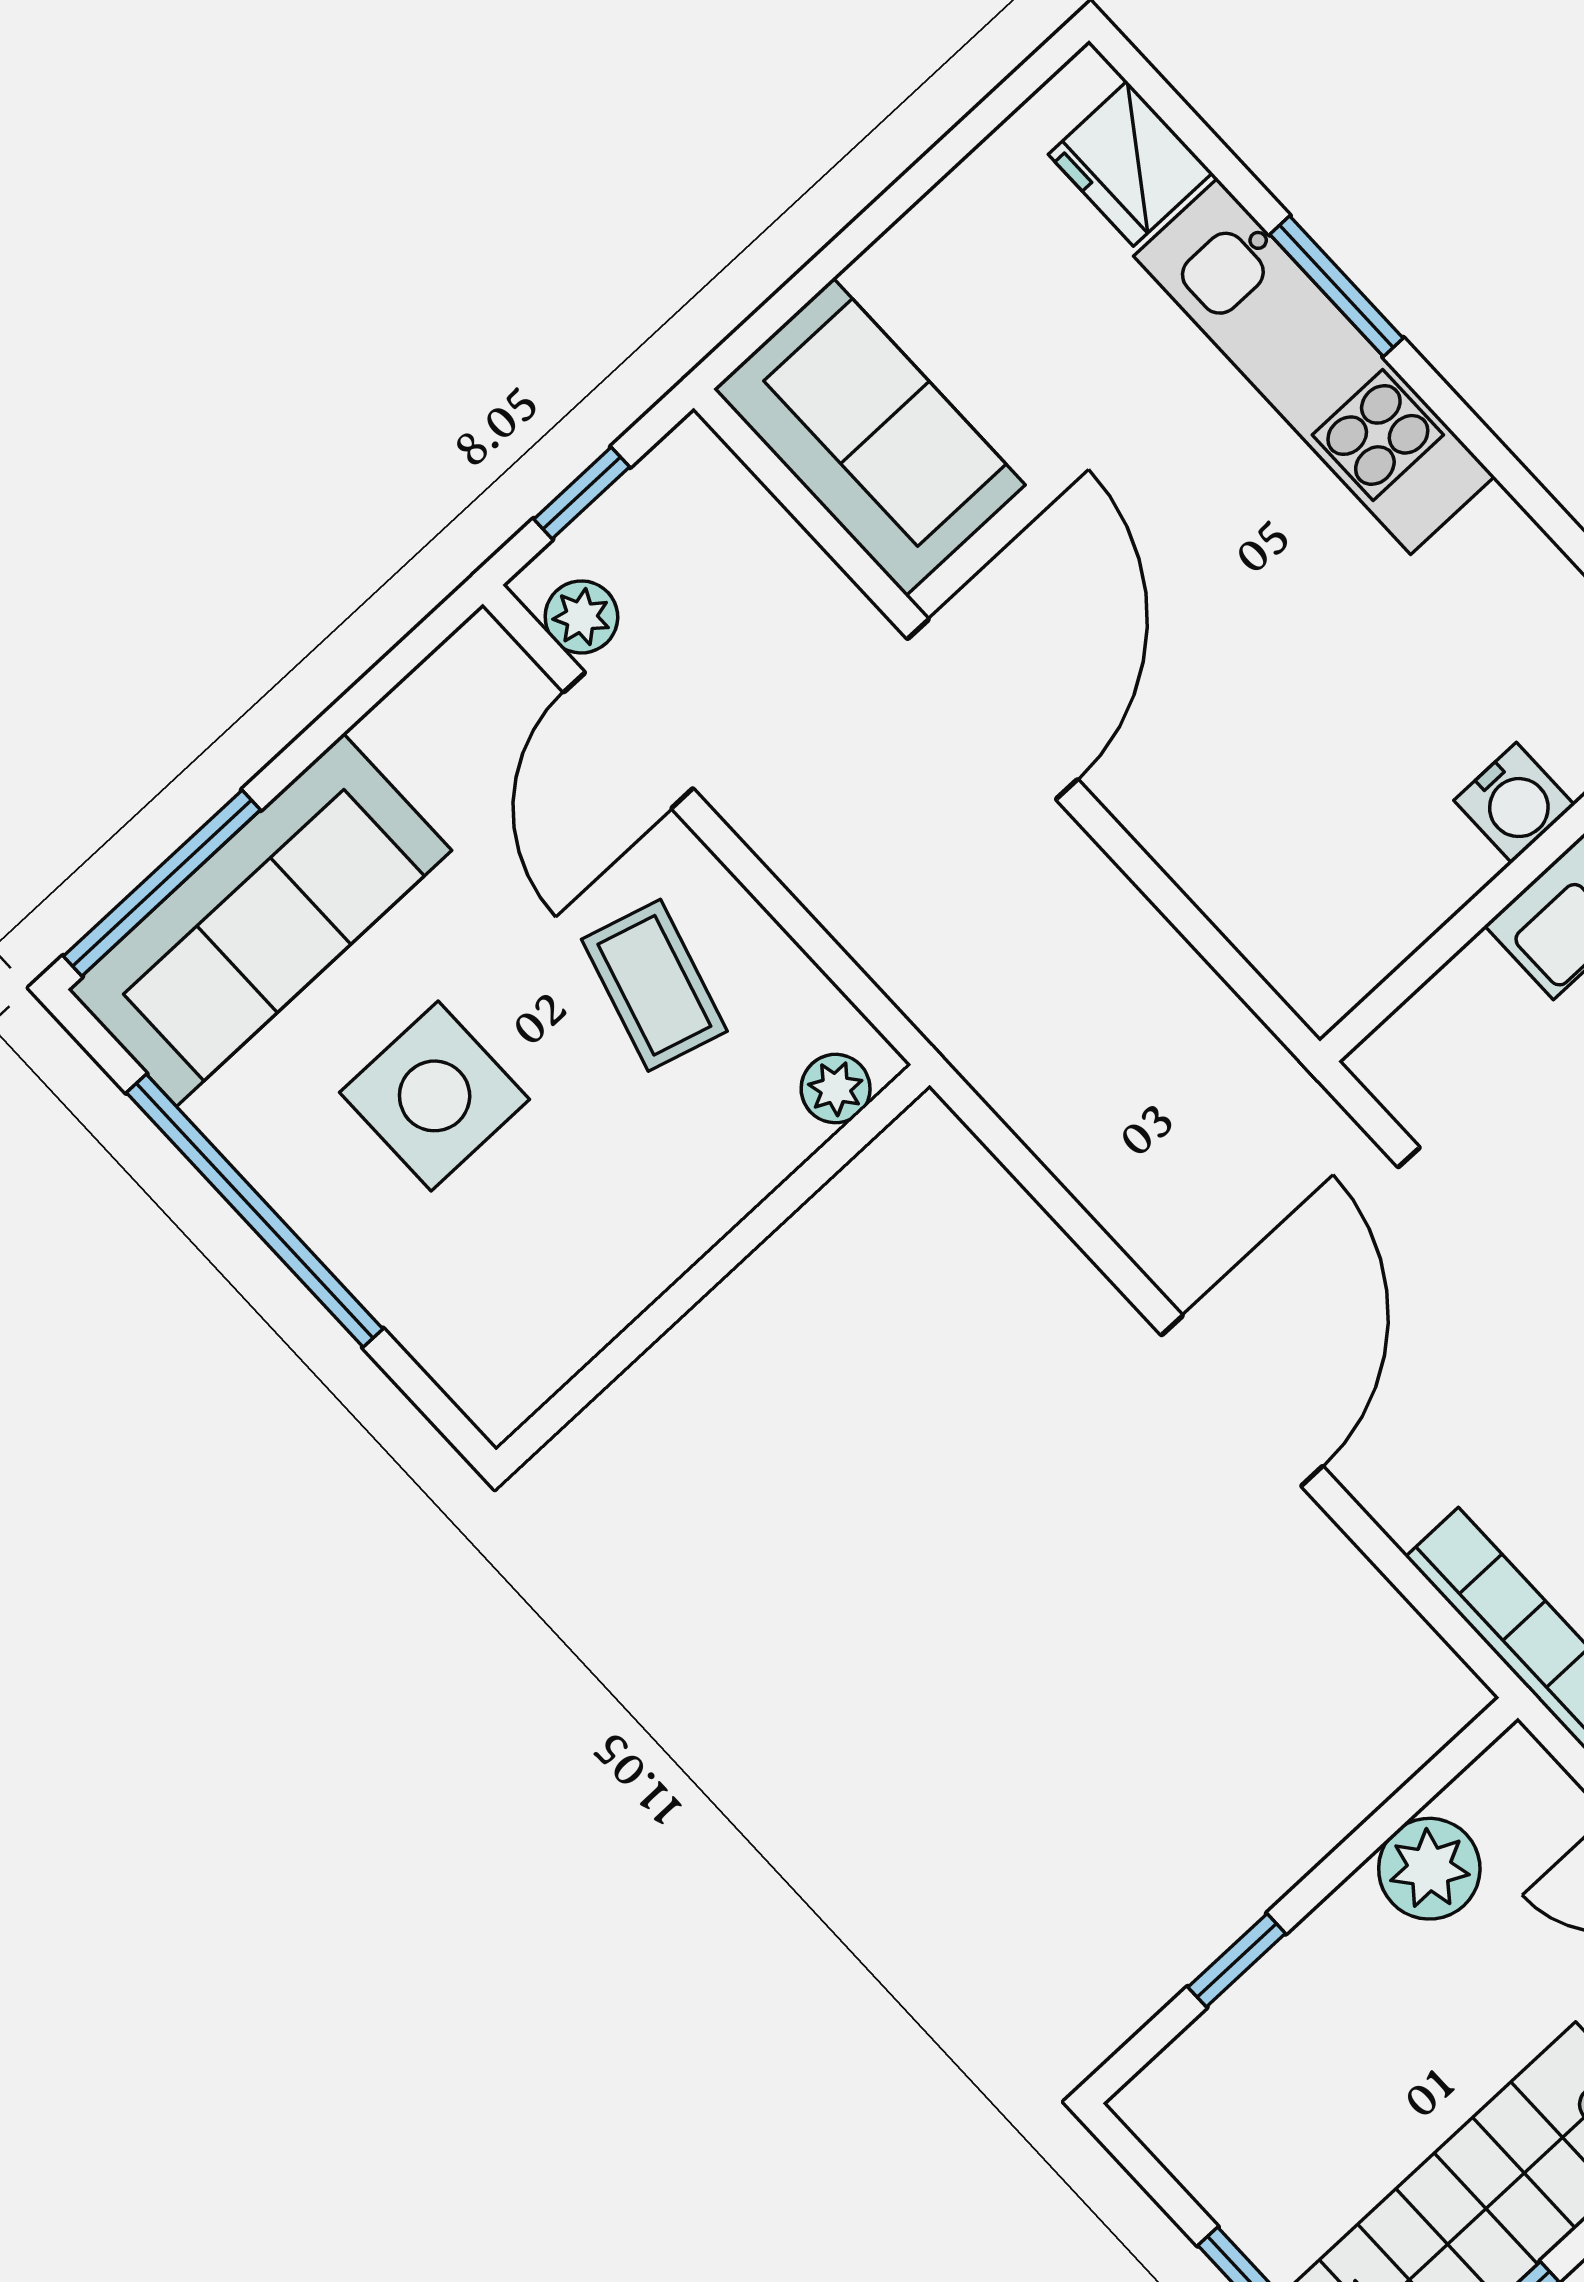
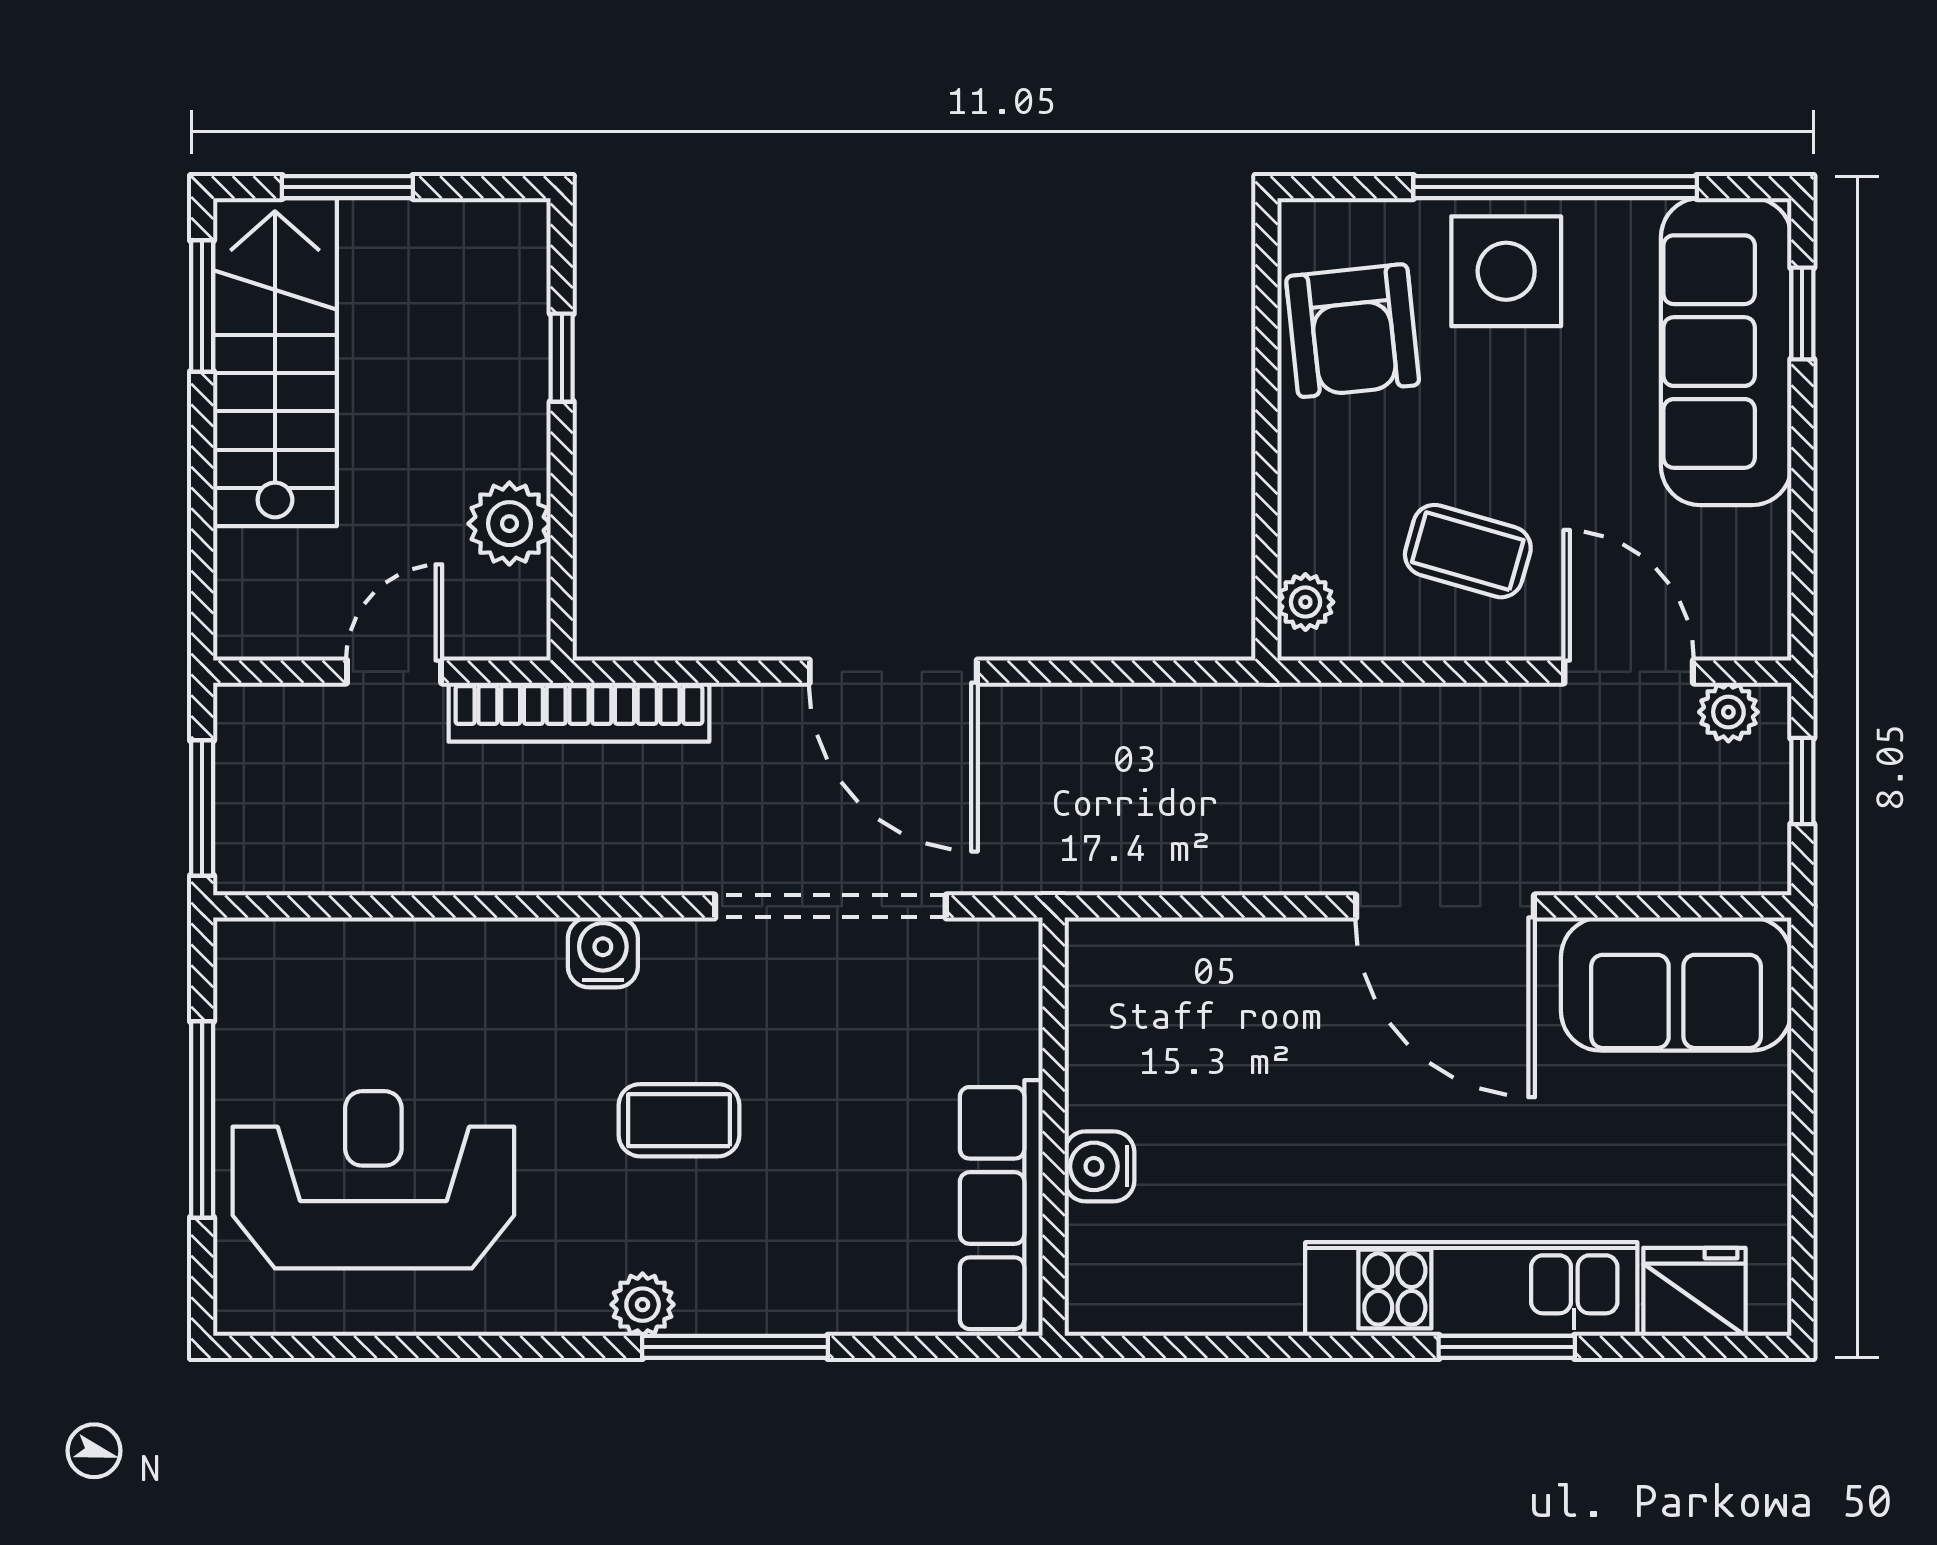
window: (162, 883) -> (1802, 314), width x0.46
side table: (435, 1096) -> (1506, 271), moved
armchair: (552, 1273) -> (1353, 331), added

